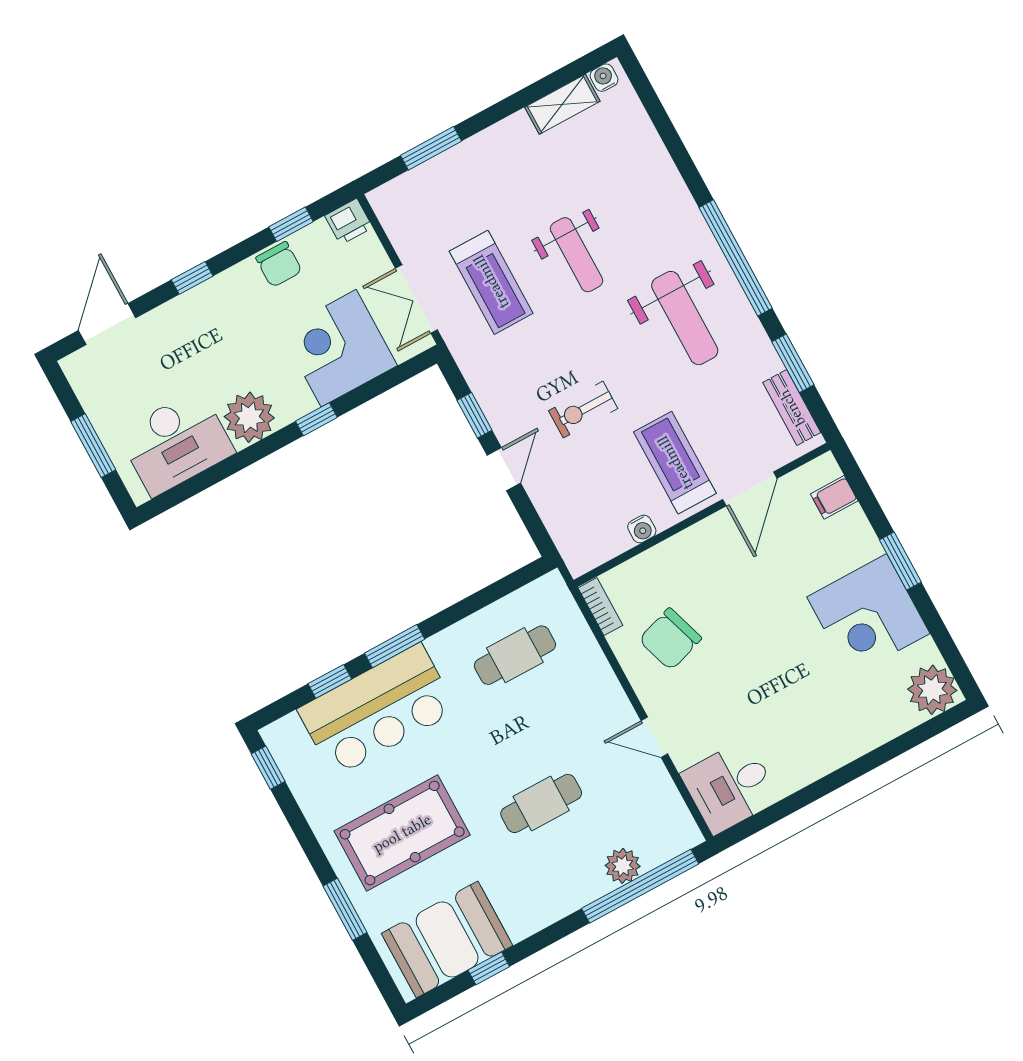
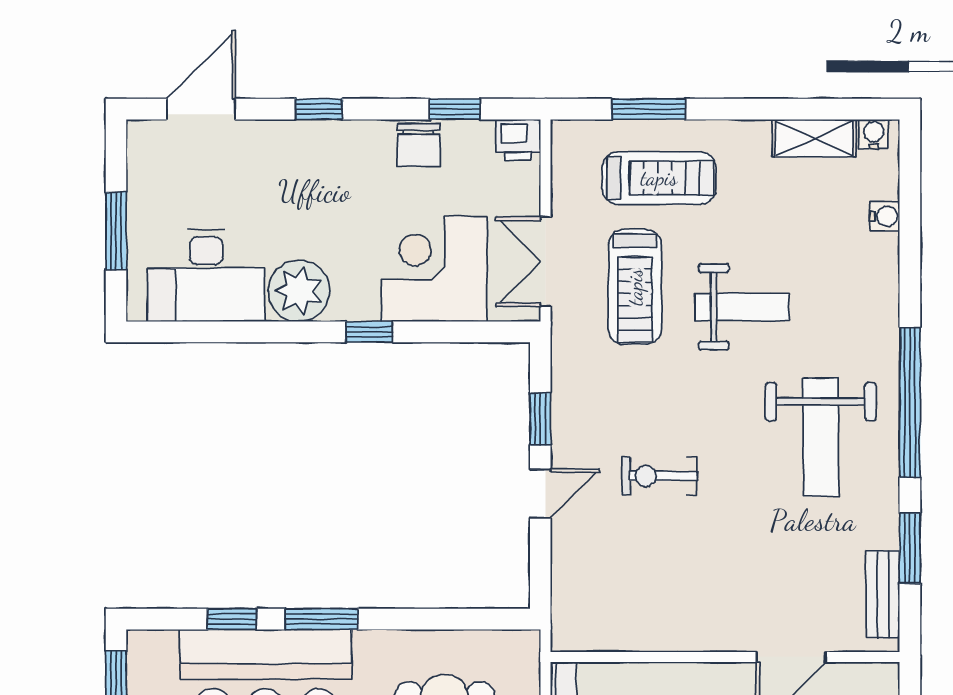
weight bench: (577, 255) -> (742, 307), turned -90
treadmill: (675, 463) -> (659, 178), moved, turned 90
water cooler: (642, 529) -> (885, 216), moved, turned -90

